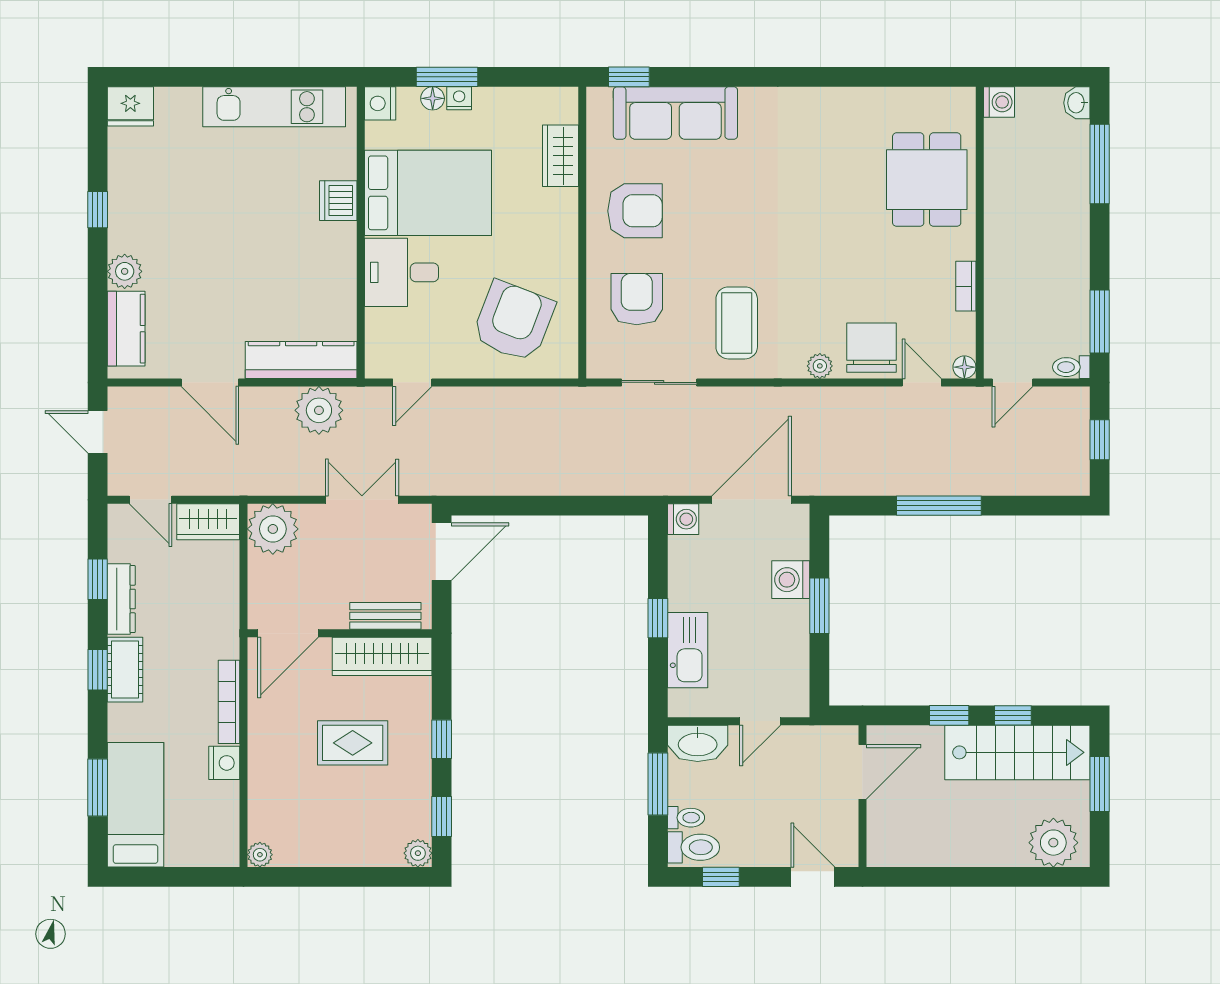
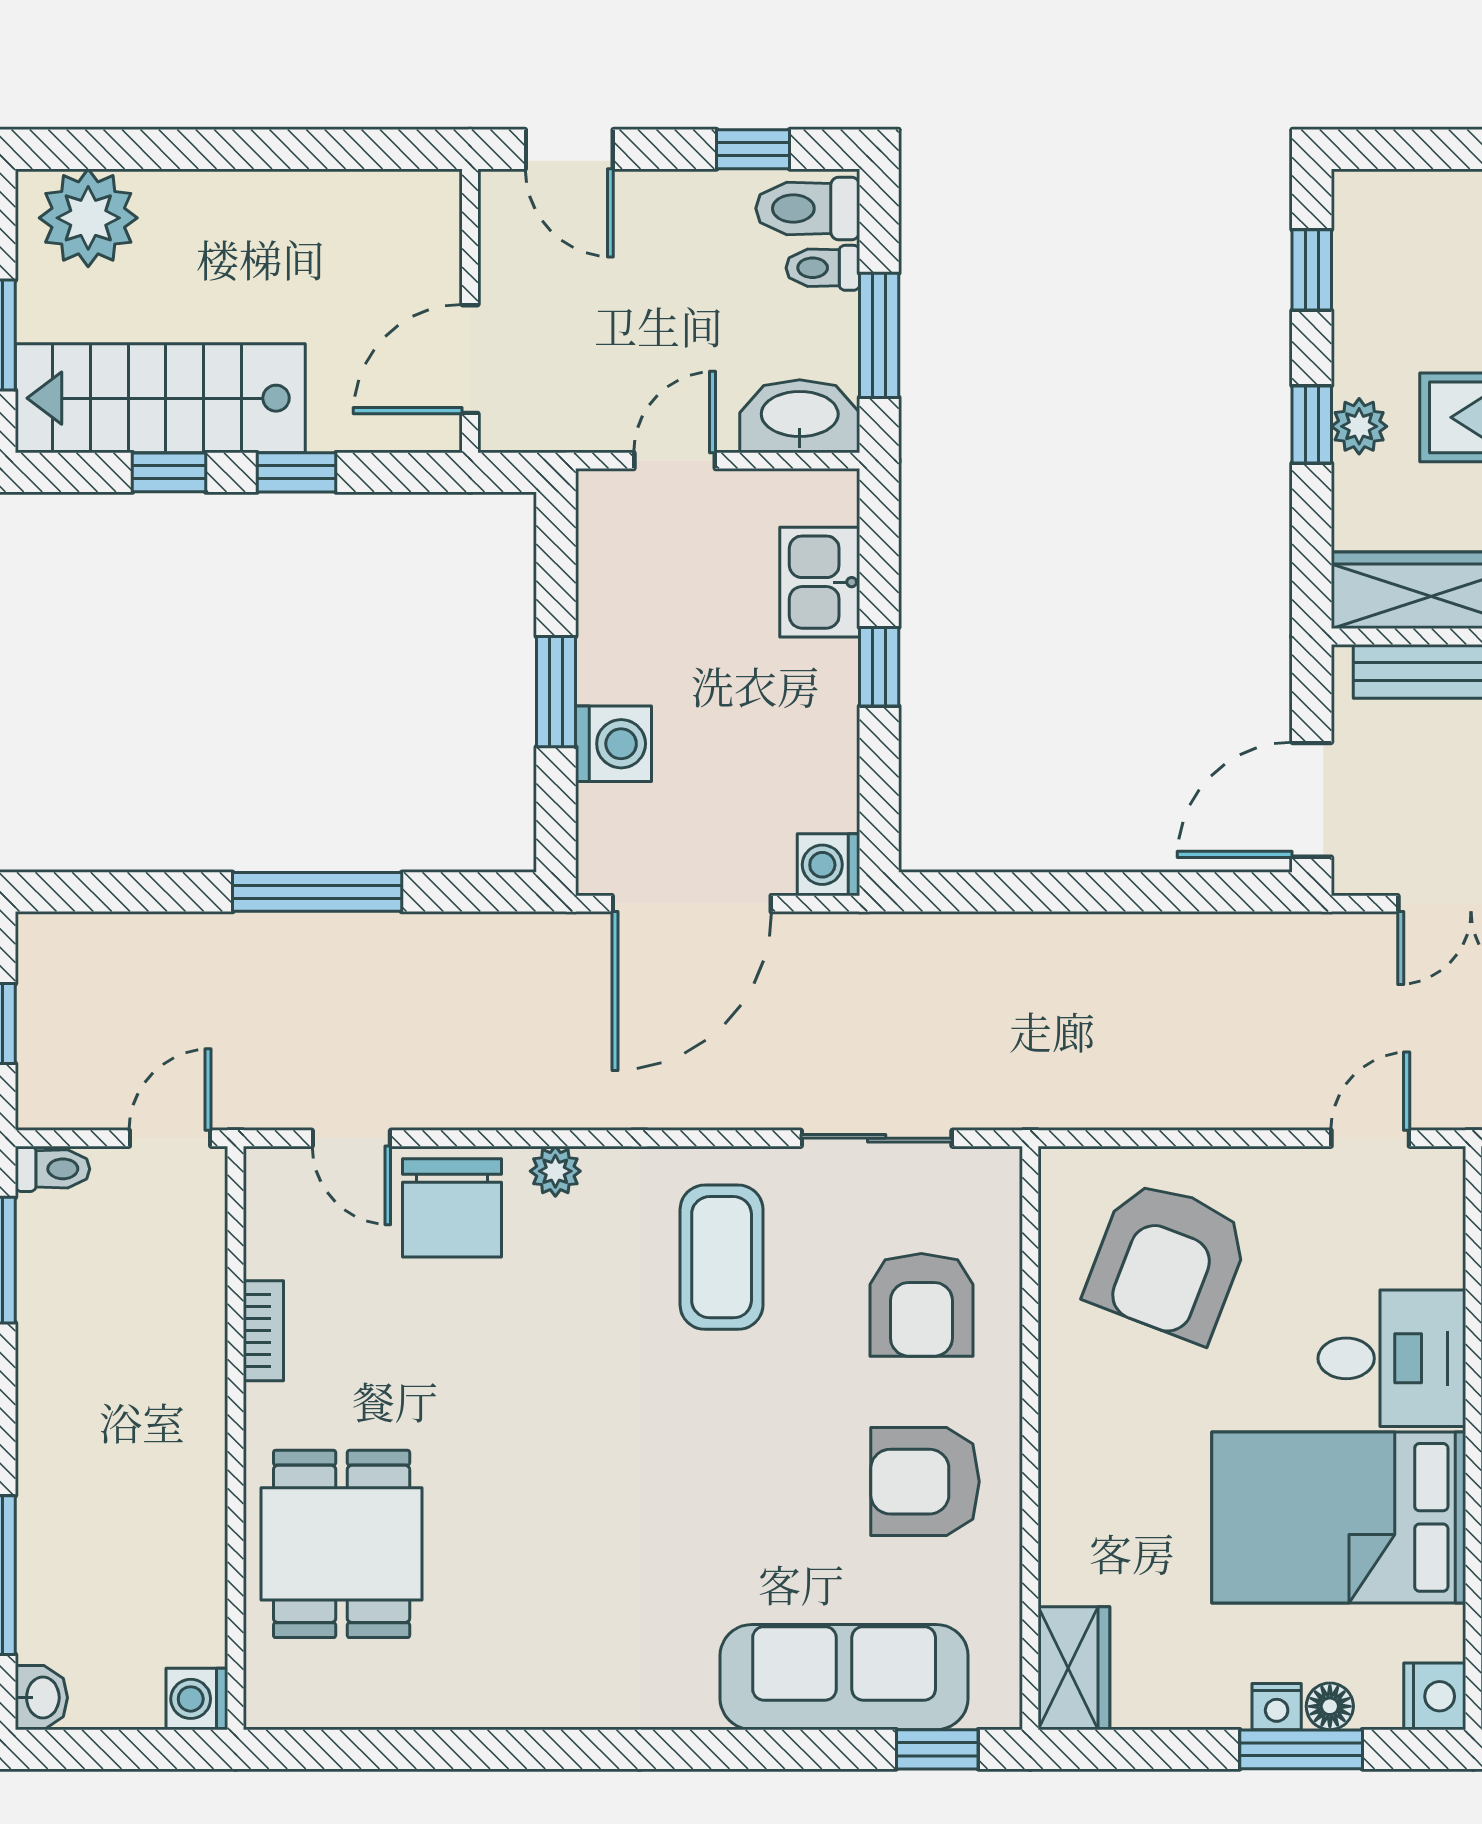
wardrobe: (561, 156) -> (1074, 1668), moved
floor lamp: (964, 367) -> (266, 1169), removed
kitchen sink: (688, 650) -> (820, 582), width x0.73
plant: (418, 853) -> (1359, 426), moved

